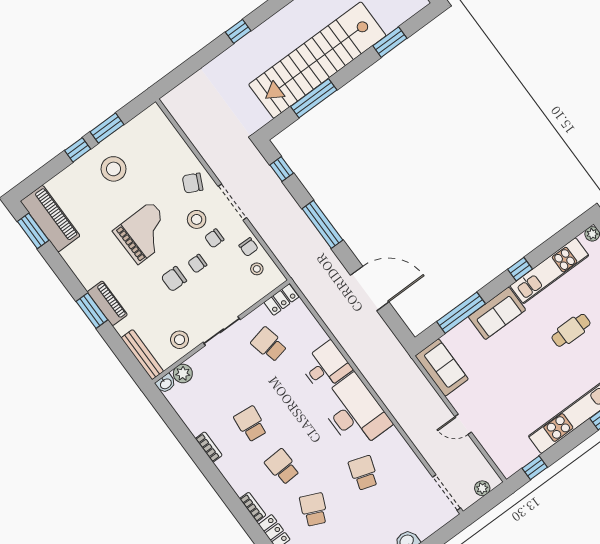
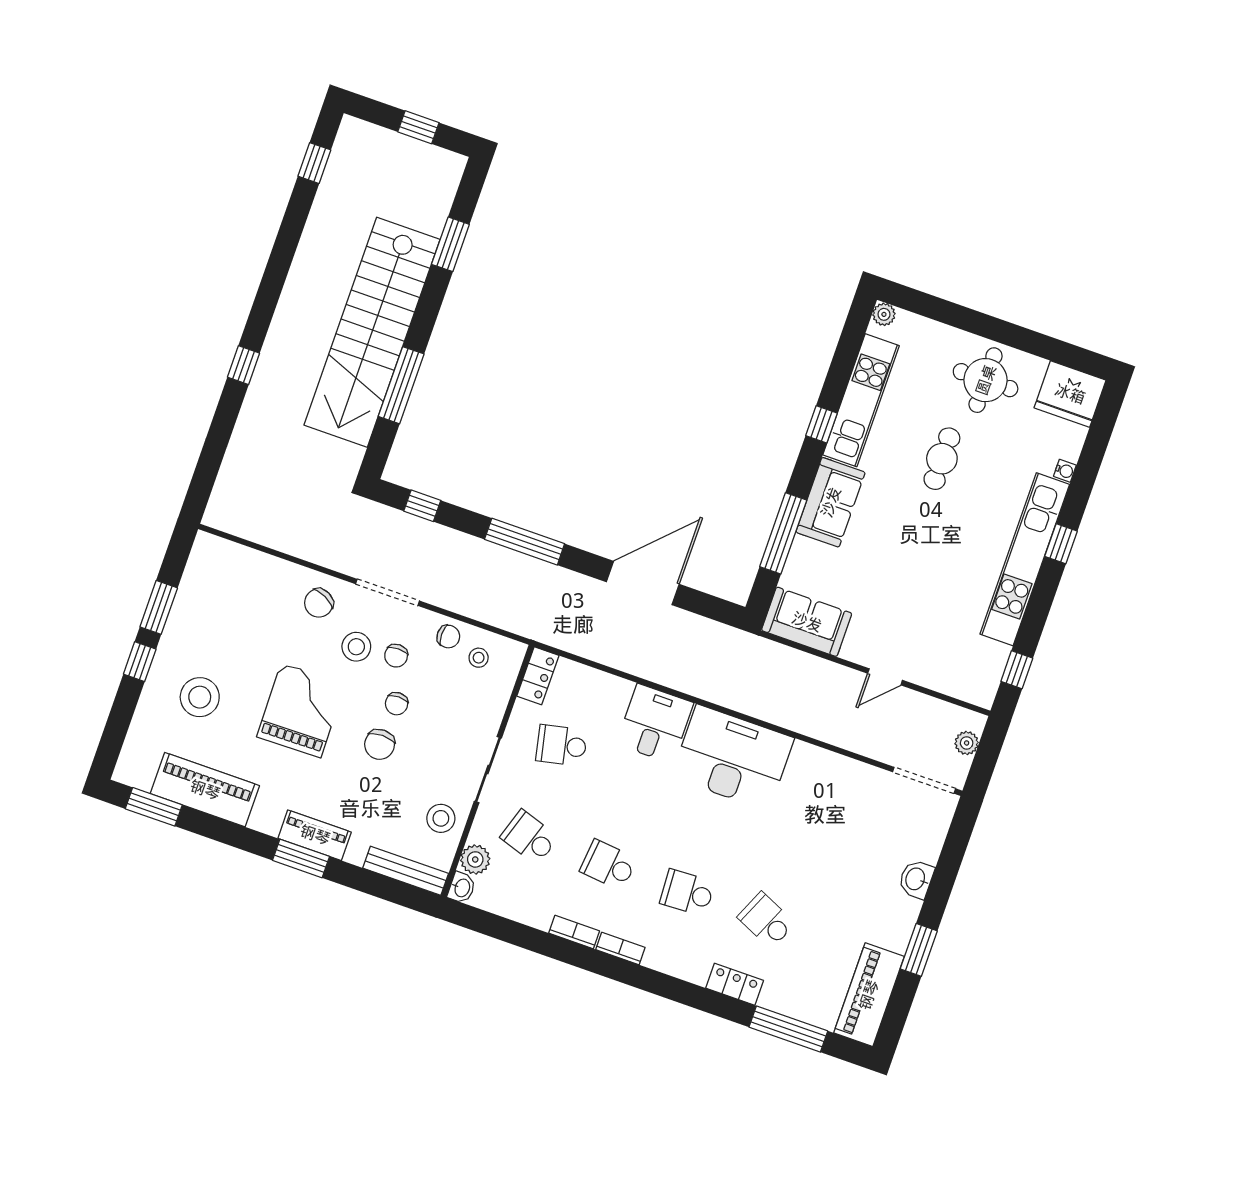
stool: (114, 169) -> (200, 697), moved
piano: (50, 219) -> (205, 790), moved
school desk: (364, 473) -> (529, 837), moved
bookcase: (253, 507) -> (620, 948), moved

